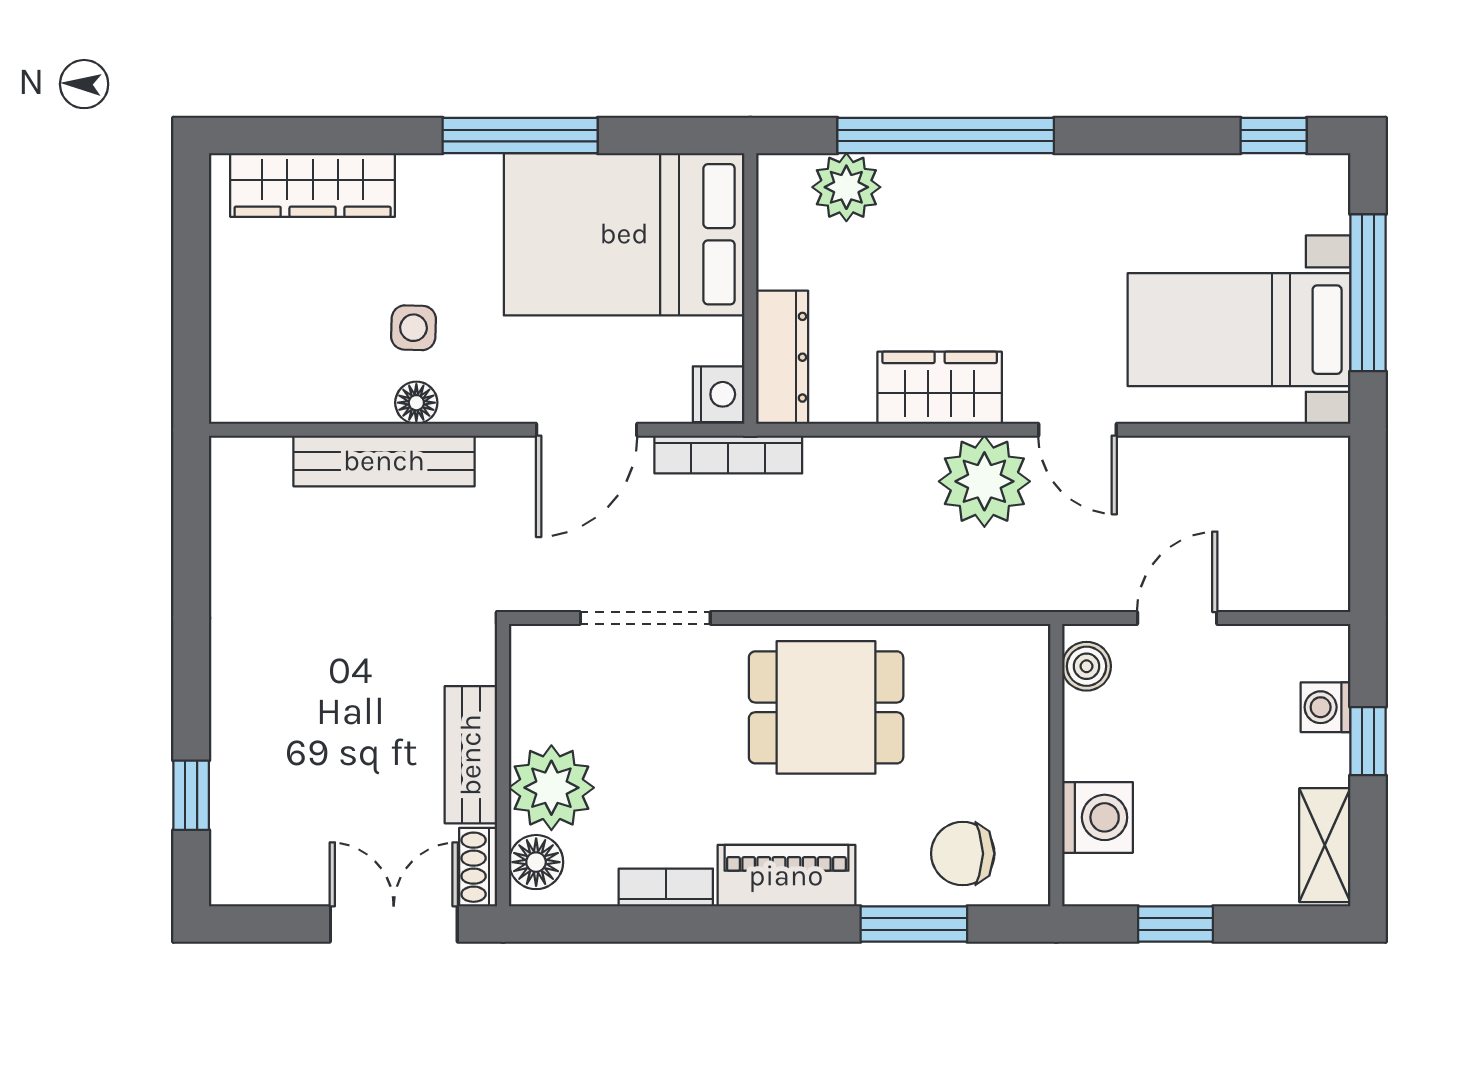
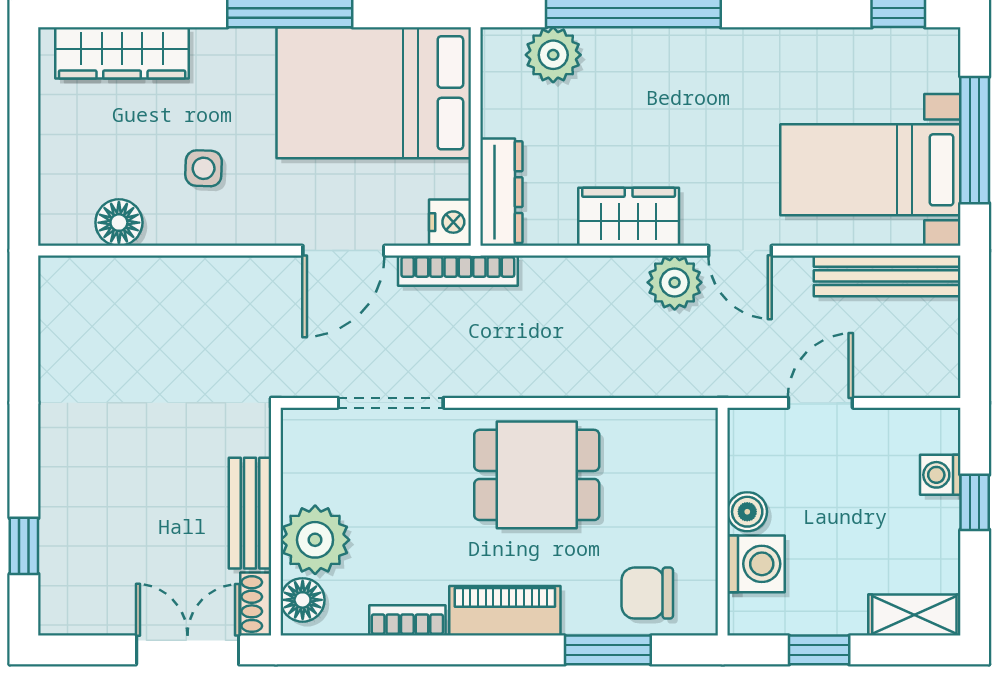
floor lamp: (416, 403) -> (119, 223), moved, width x1.37, depth x1.37
bench: (384, 461) -> (887, 276), moved
plant: (984, 481) -> (675, 282), width x0.73, depth x0.73
boiler: (1086, 666) -> (747, 512), moved
shelving: (1325, 845) -> (914, 615), moved, turned 90

